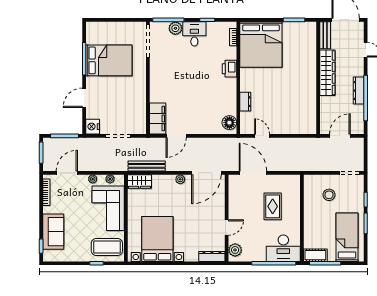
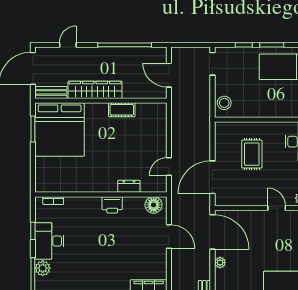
desk: (194, 34) -> (49, 241), width x1.37
bed: (261, 44) -> (60, 129), moved, turned 90
printer: (229, 69) -> (112, 205), moved
dresser: (359, 91) -> (116, 53), removed
cot: (310, 96) -> (122, 110), added
door: (176, 136) -> (169, 237), moved
stool: (329, 195) -> (224, 103), moved
rug: (273, 206) -> (252, 154), turned 90

